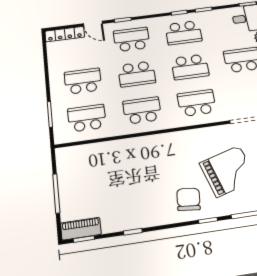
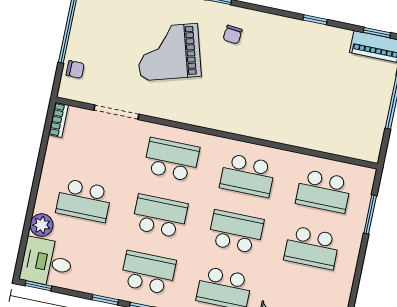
school desk: (197, 103) -> (172, 160), turned 180
chair: (188, 199) -> (233, 35), width x0.54, depth x0.54

